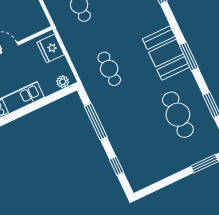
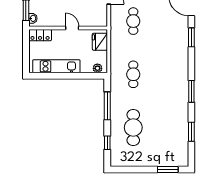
booth: (166, 53) -> (177, 82), removed
cafe table: (178, 115) -> (133, 128), moved

